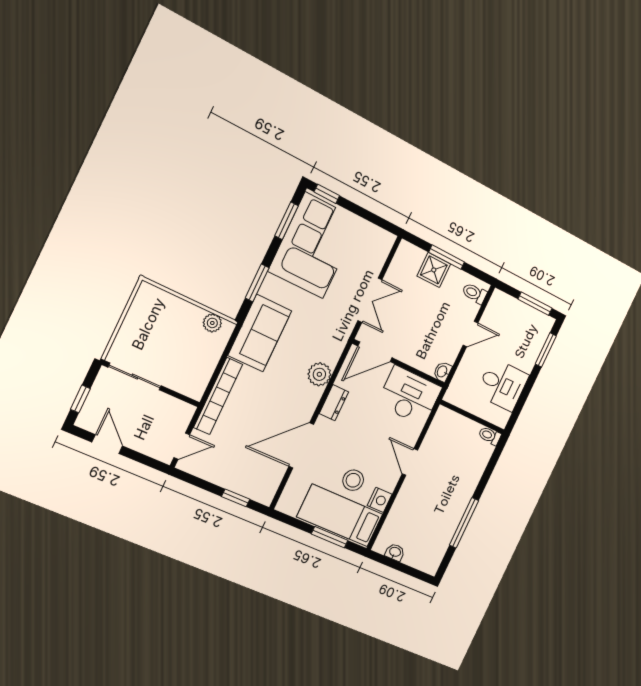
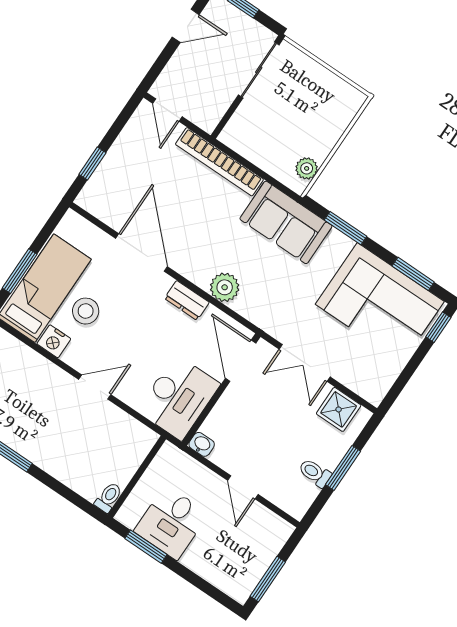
shower: (434, 270) -> (339, 409), moved
toilet: (474, 293) -> (315, 473), moved, turned -90
window: (546, 350) -> (146, 547), moved

